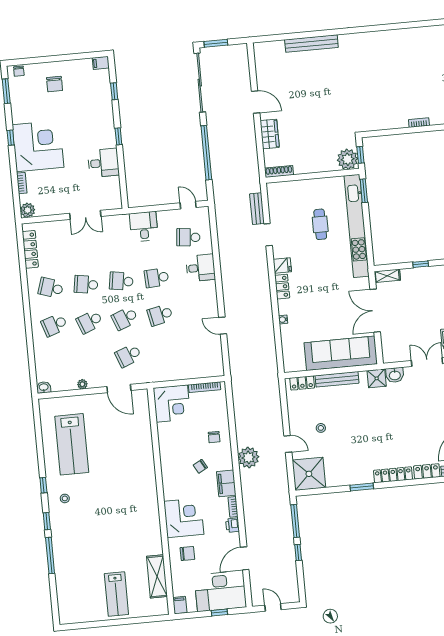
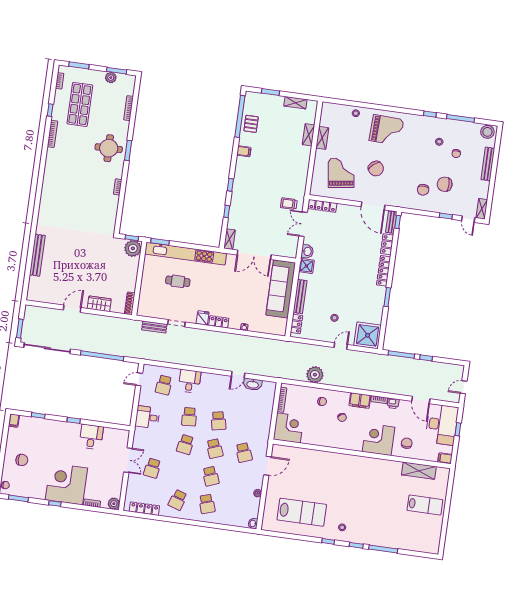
school desk: (86, 284) -> (152, 468), moved
washbasin: (215, 347) -> (253, 384), added
plant: (248, 457) -> (315, 375), moved

